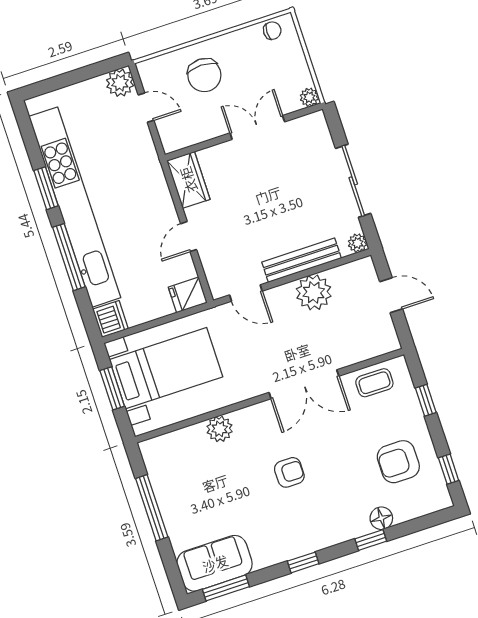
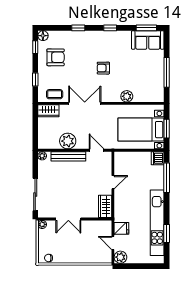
chair: (204, 75) -> (84, 249), removed
sliding door: (353, 181) -> (35, 195), moved
window: (46, 188) -> (167, 233), moved
kitchen unit: (75, 207) -> (157, 223), width x0.73
window: (69, 257) -> (167, 178), moved
fridge: (188, 295) -> (121, 228), moved
door: (391, 295) -> (35, 129), removed
wardrobe: (376, 343) -> (48, 111), added
floor lamp: (381, 518) -> (43, 36), moved

